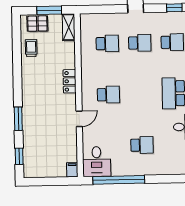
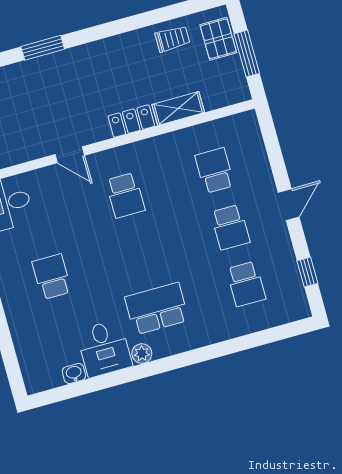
shelving: (69, 27) -> (178, 109), moved
school desk: (107, 44) -> (215, 170), turned 180
school desk: (142, 145) -> (52, 277), turned 180

